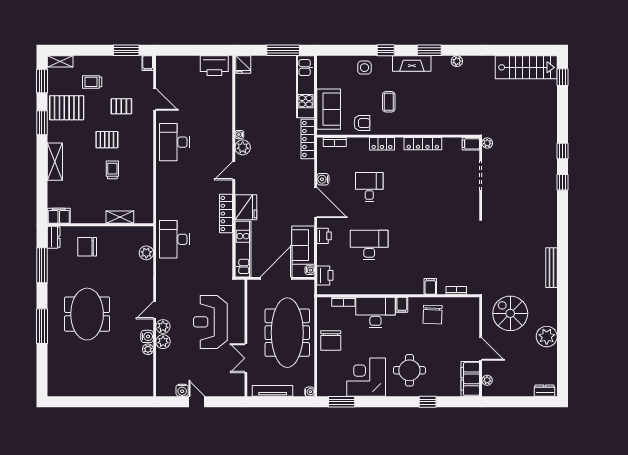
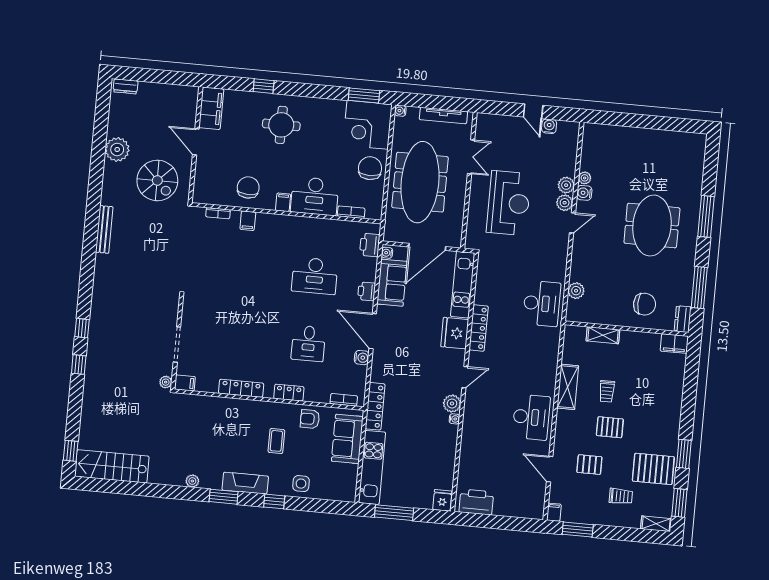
shelving: (55, 162) -> (568, 387), moved
corner desk: (366, 377) -> (368, 125), moved, turned 90
plant: (487, 380) -> (192, 105), removed

